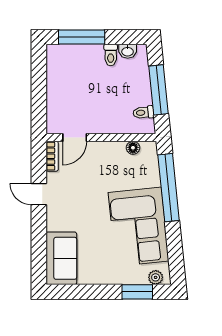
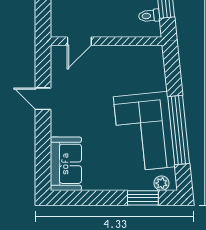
floor lamp: (133, 148) -> (139, 52), removed
bookcase: (52, 156) -> (56, 60), removed
window: (169, 188) -> (179, 130), moved

